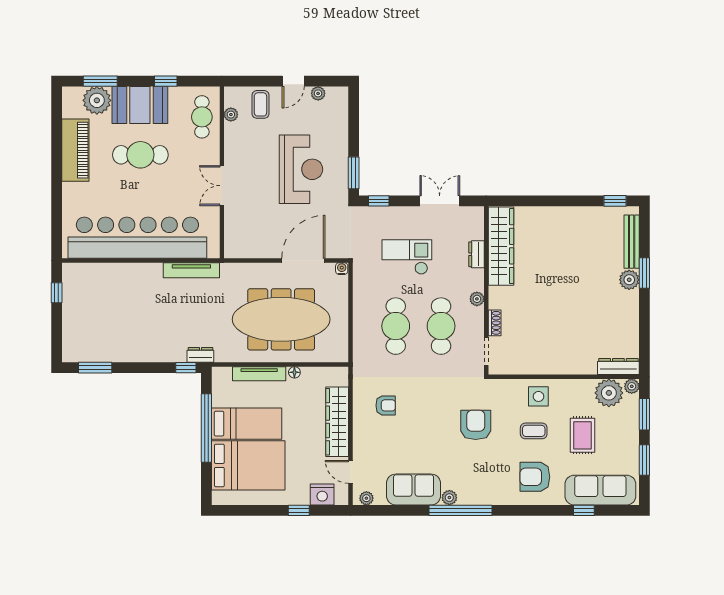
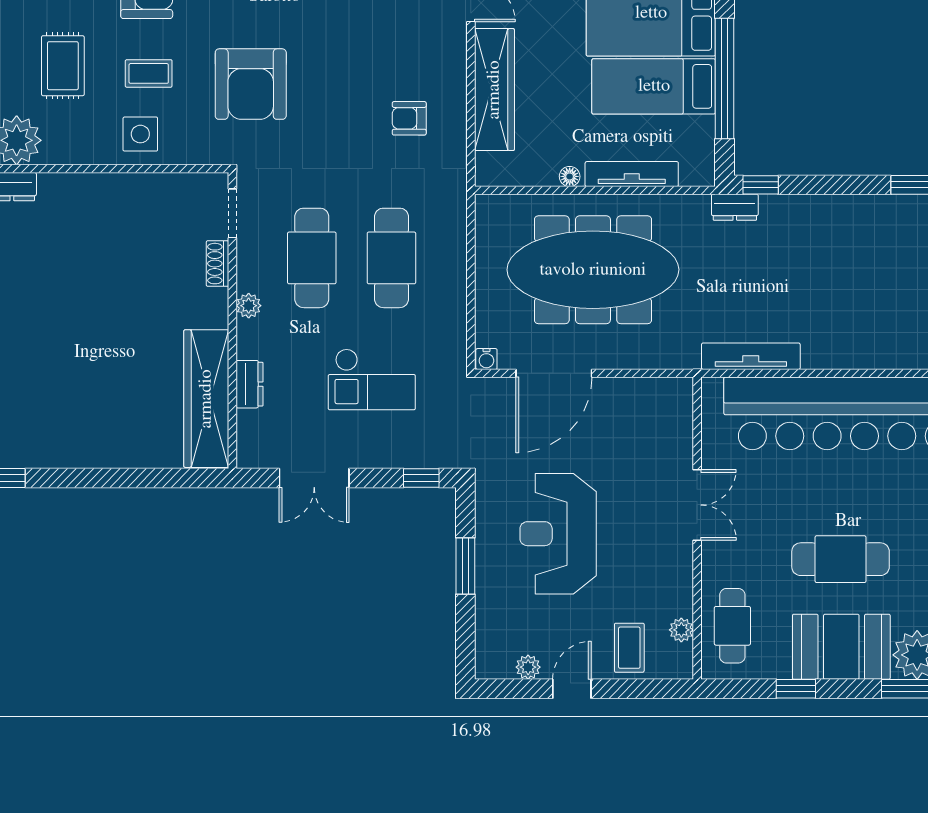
window: (354, 173) -> (465, 566), moved
armchair: (476, 425) -> (251, 84), width x1.36, depth x1.36

